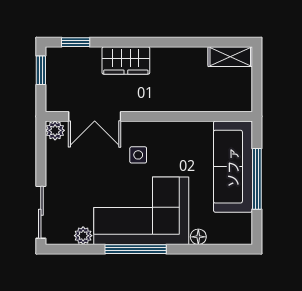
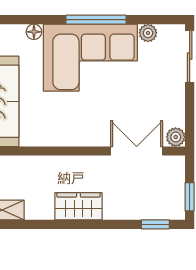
wardrobe: (126, 61) -> (79, 206), moved
side table: (138, 155) -> (93, 113), removed

